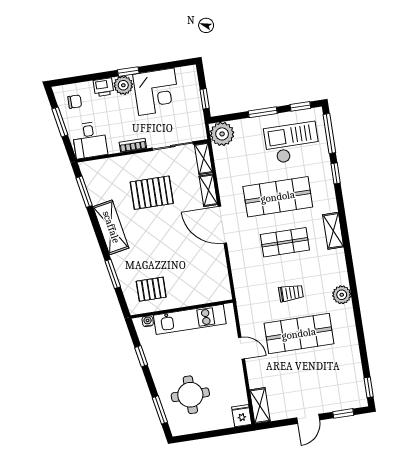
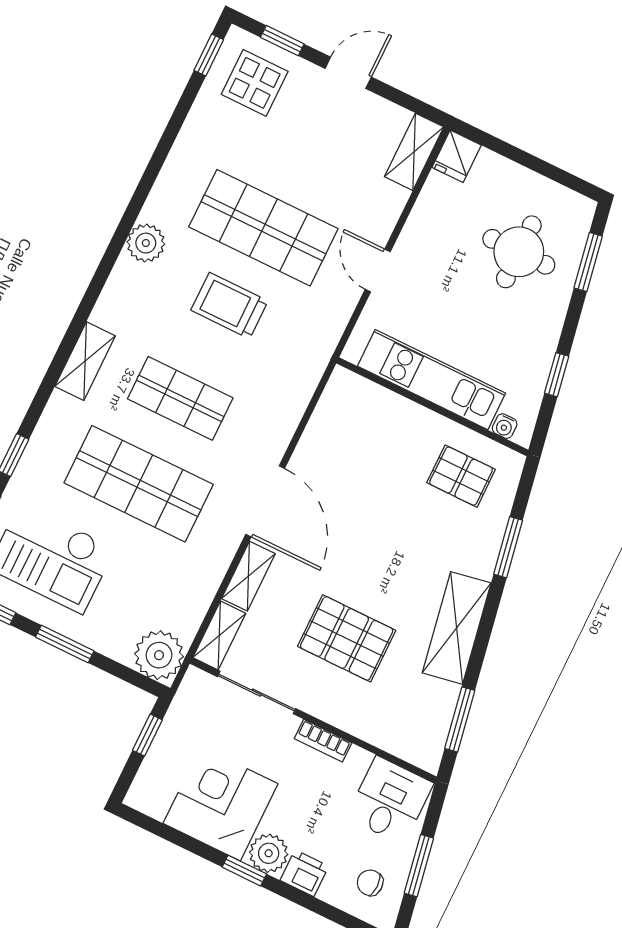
trolley: (291, 293) -> (229, 306), width x1.36, depth x1.39
display table: (343, 389) -> (255, 83), added

